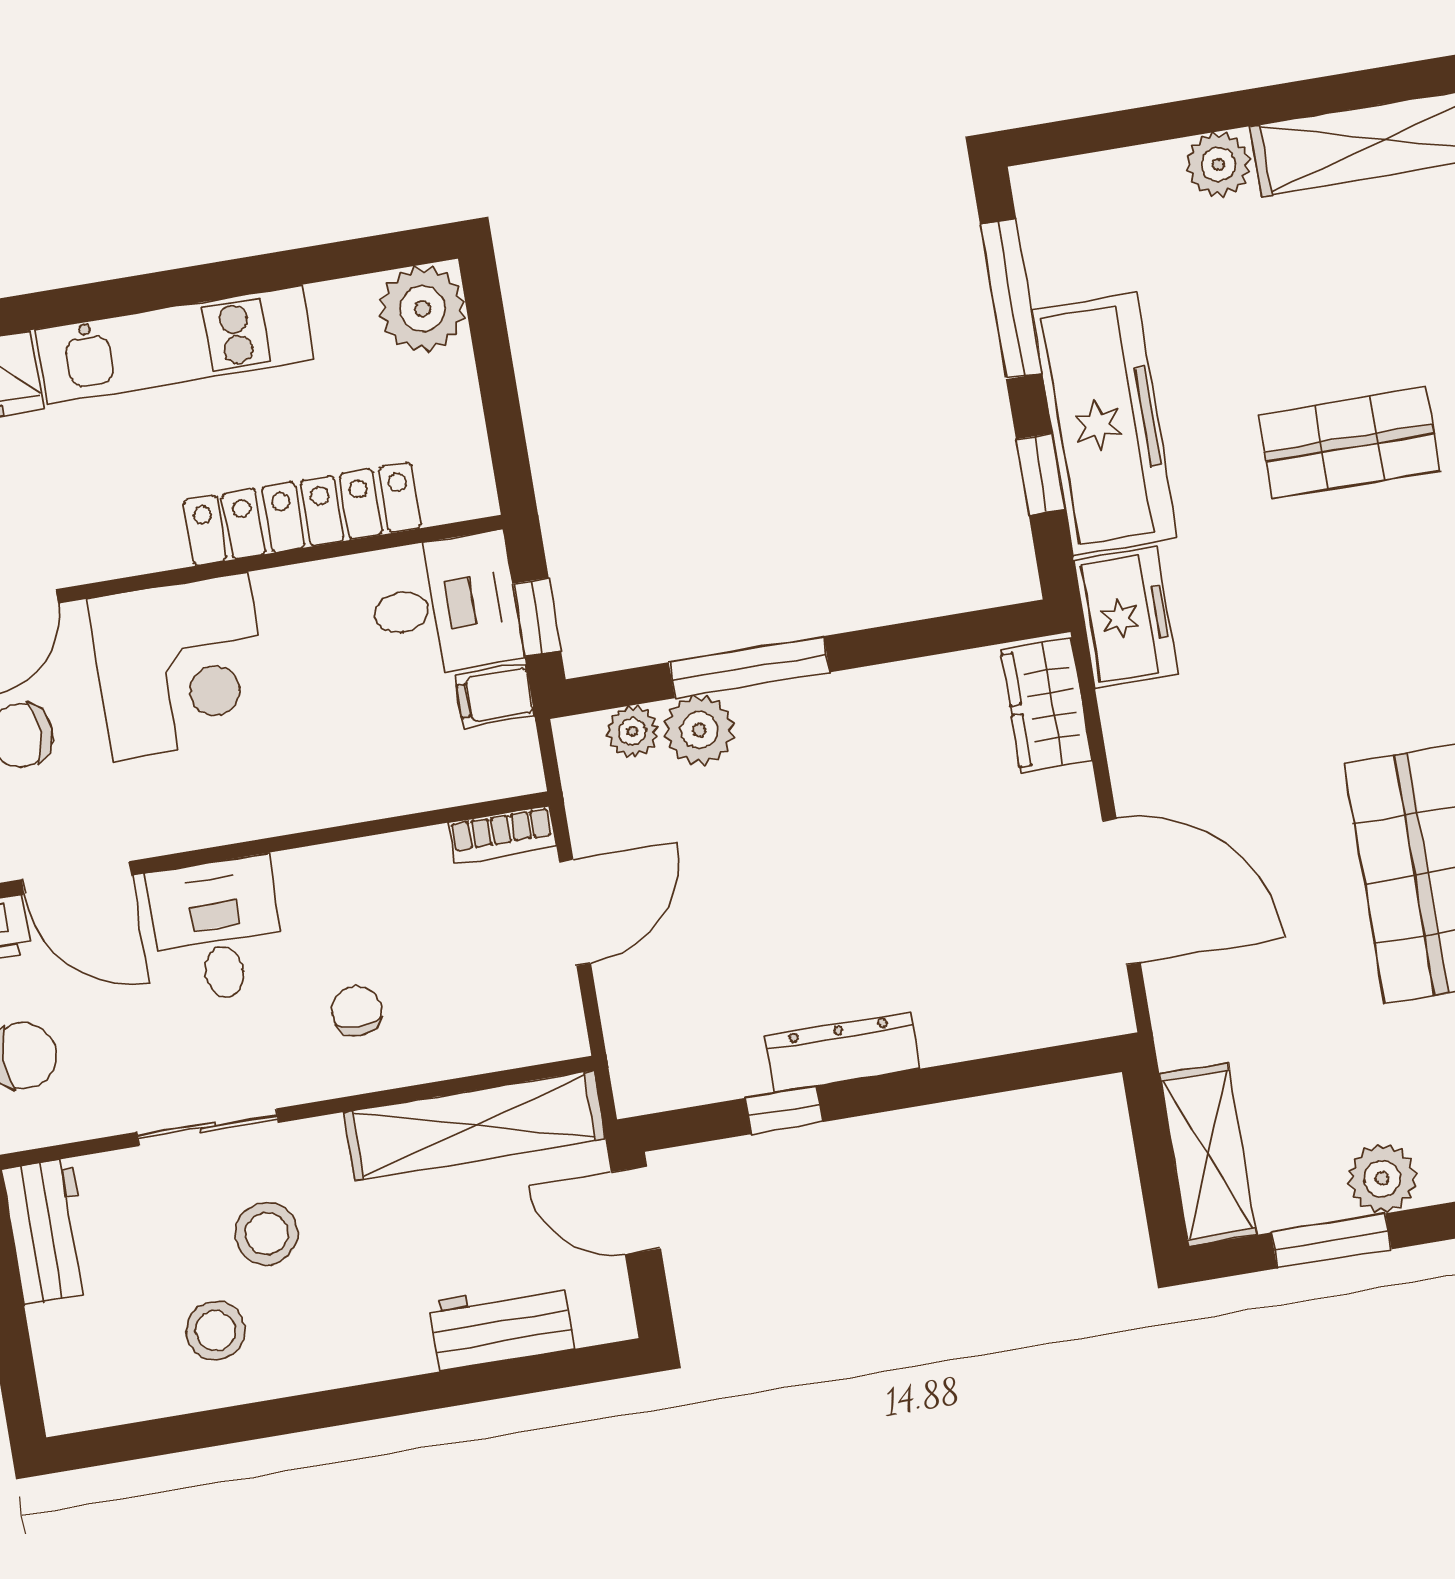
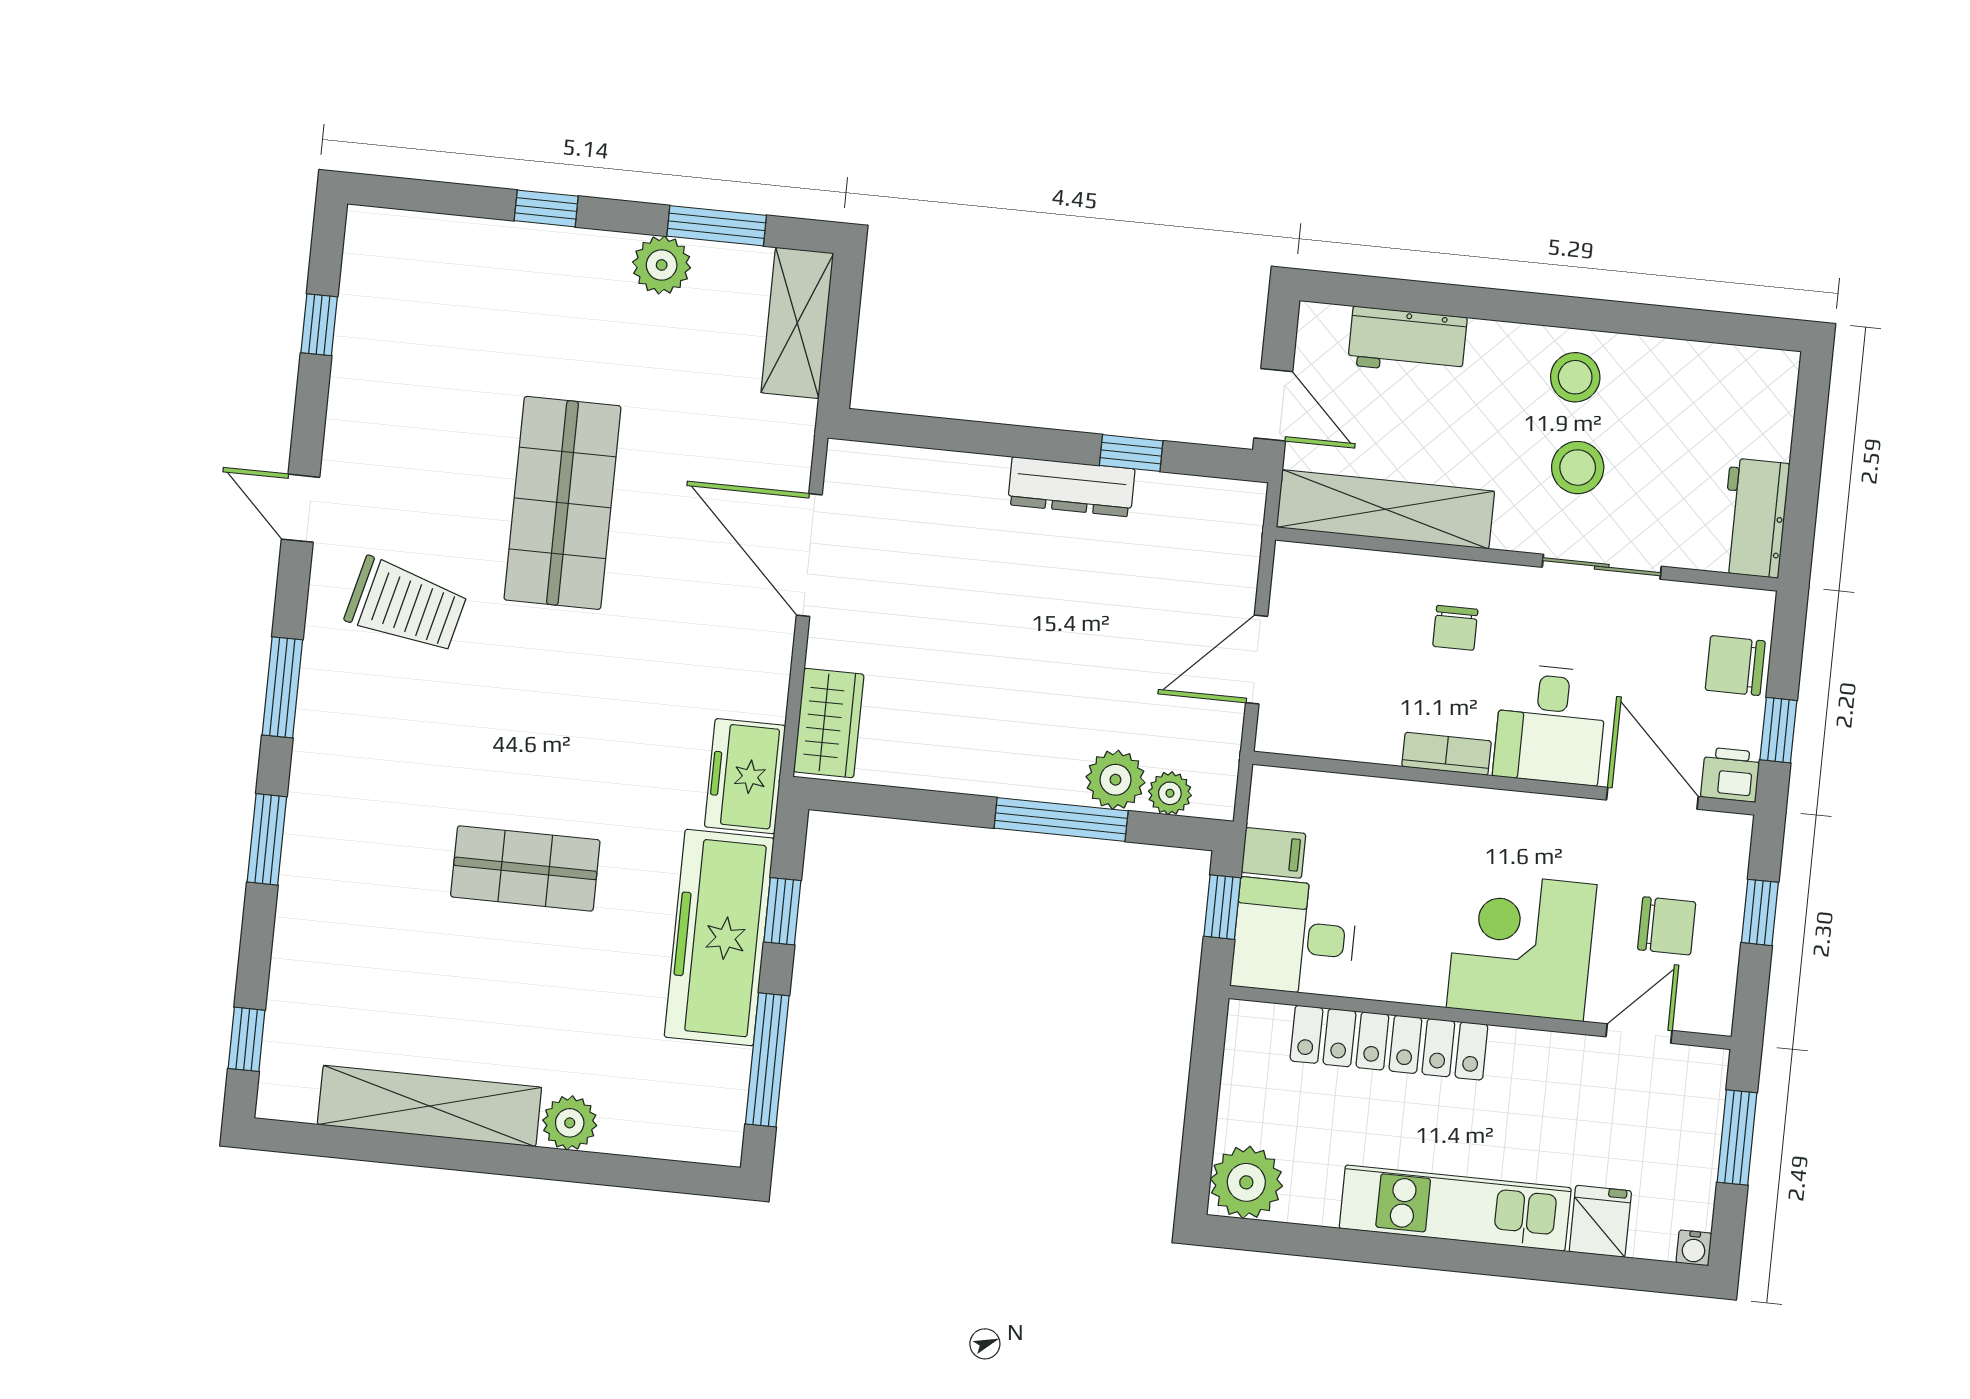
bookcase: (502, 835) -> (1447, 754), moved
stool: (216, 1331) -> (1575, 377), moved

